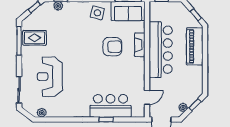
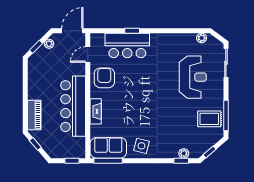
piano: (195, 46) -> (34, 115), width x0.73, depth x0.75
armchair: (112, 47) -> (104, 78), moved, turned 90

